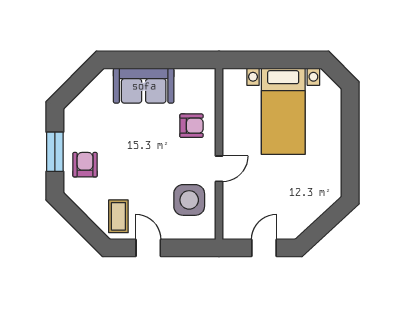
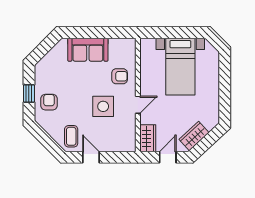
window: (55, 152) -> (29, 94), width x0.67
side table: (189, 200) -> (103, 106), moved
wardrobe: (304, 216) -> (194, 136), added
wardrobe: (234, 219) -> (148, 138), added

